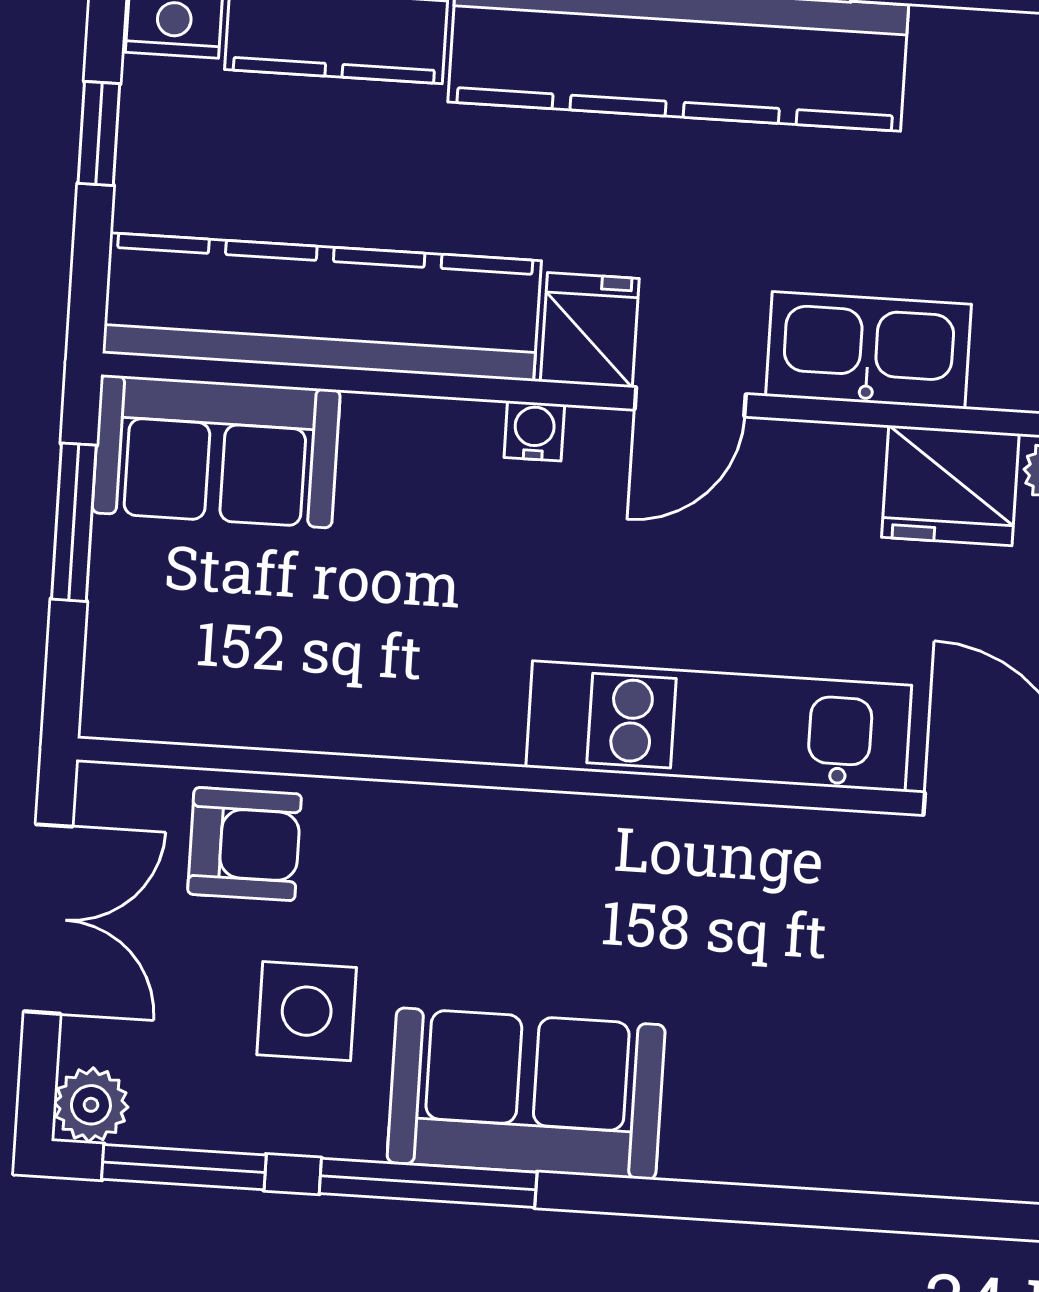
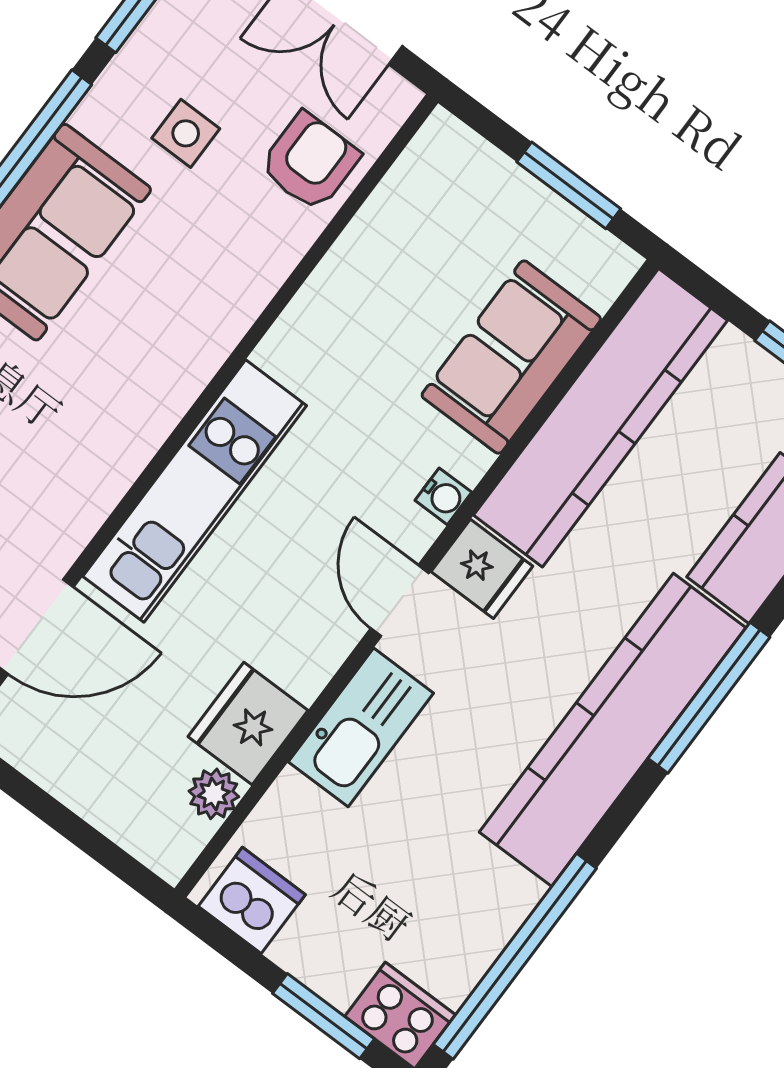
sofa: (216, 451) -> (511, 357), moved
armchair: (244, 844) -> (310, 162), turned 180
side table: (307, 1011) -> (186, 133), width x0.73, depth x0.73

